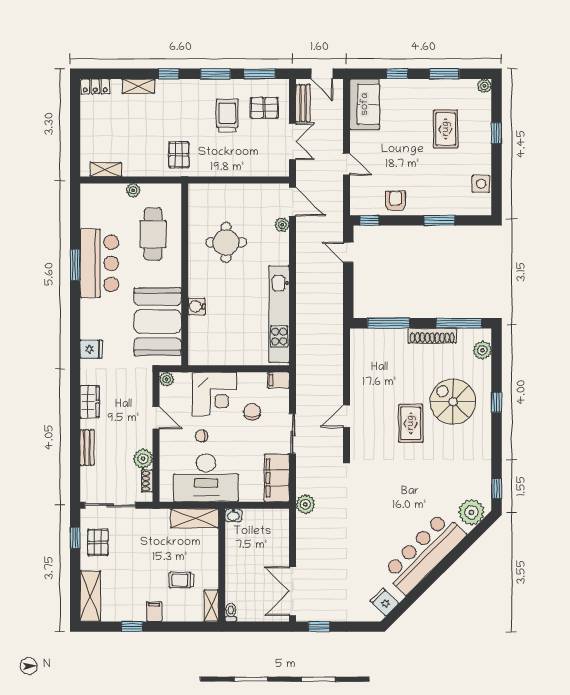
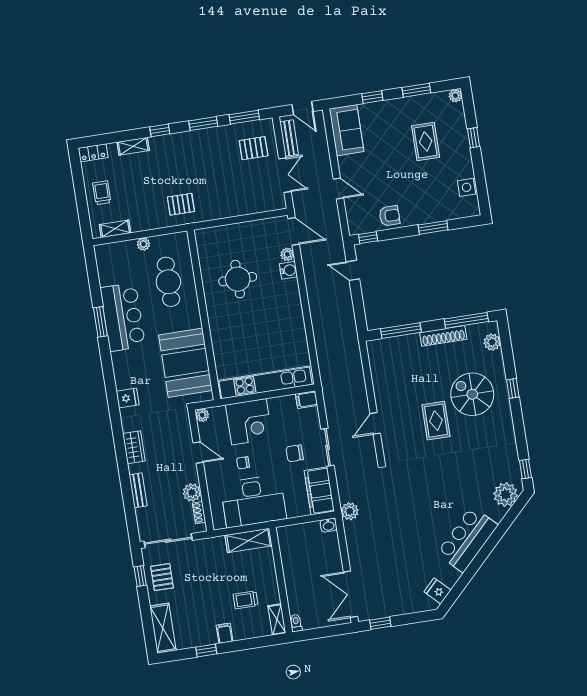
trolley: (227, 115) -> (102, 193), moved, width x0.73, depth x0.72
pallet: (179, 155) -> (181, 204), turned 90
armchair: (396, 201) -> (389, 216), turned 90
water cooler: (197, 307) -> (288, 270), moved, turned 180
kitchen unit: (279, 314) -> (266, 382), moved, turned 90
chair: (252, 412) -> (295, 453), moved, turned -86
washbasin: (233, 515) -> (329, 525), moved
bar counter: (424, 553) -> (467, 539), width x0.73

